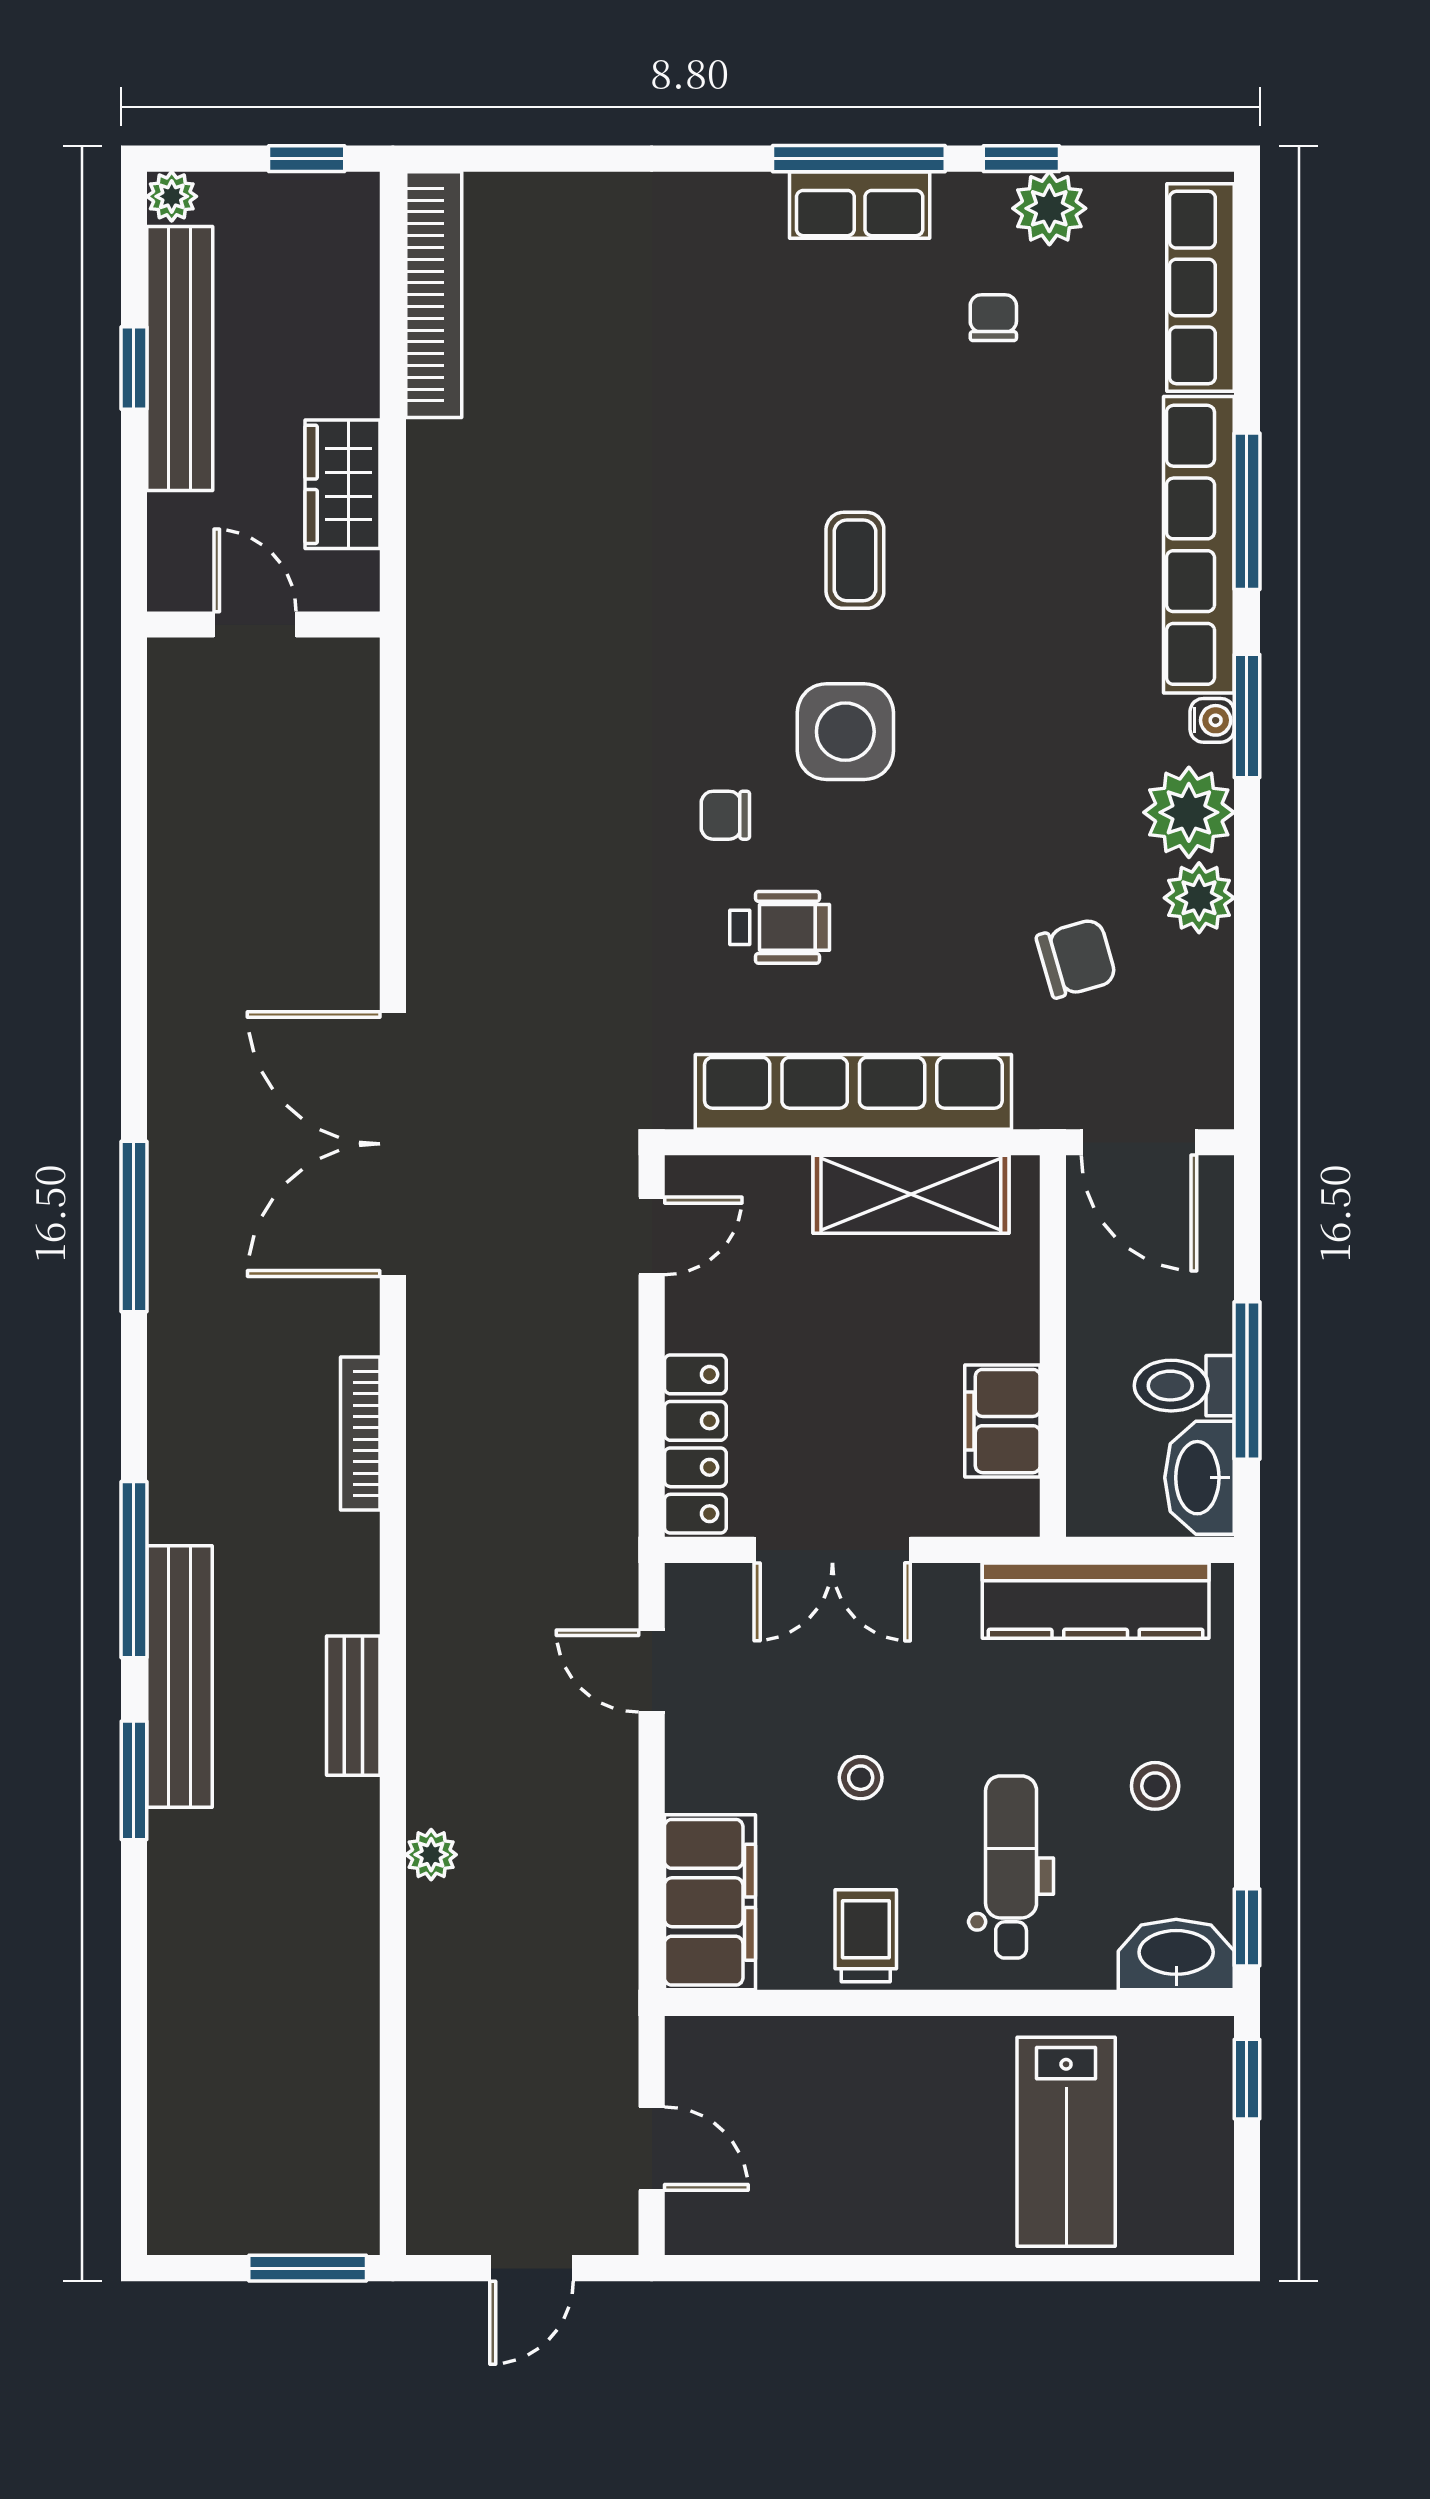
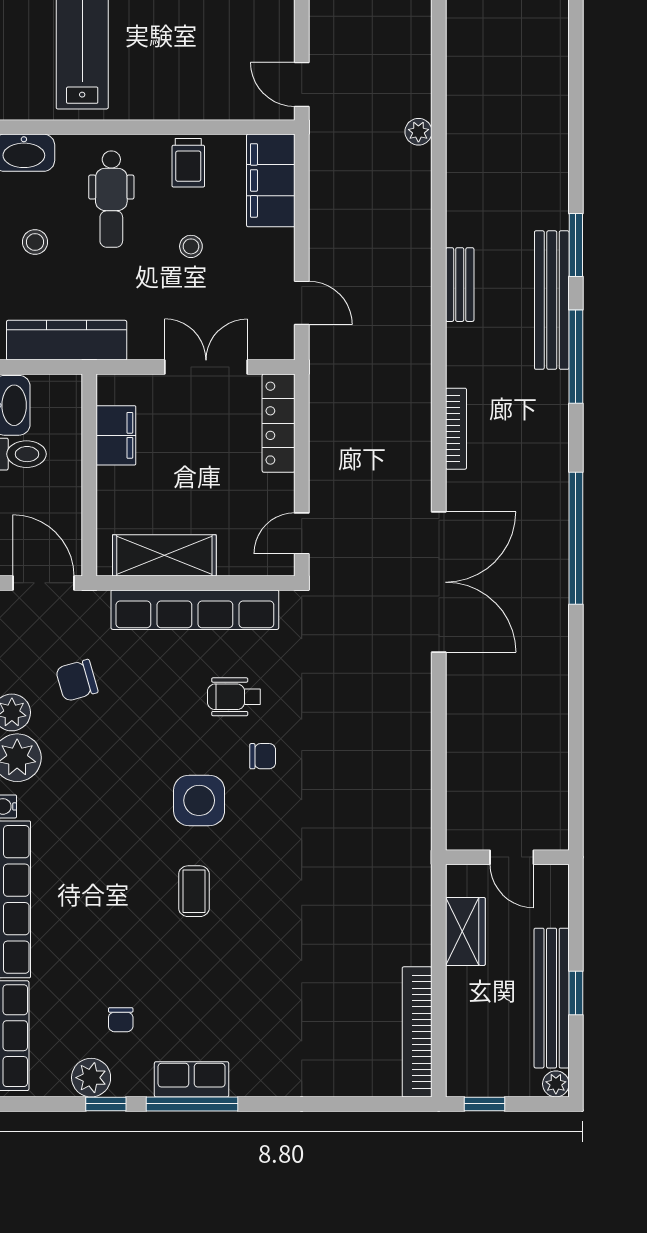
window: (134, 1227) -> (576, 538), width x1.46
plant: (431, 1855) -> (418, 132), moved
door: (652, 2149) -> (302, 85), moved

